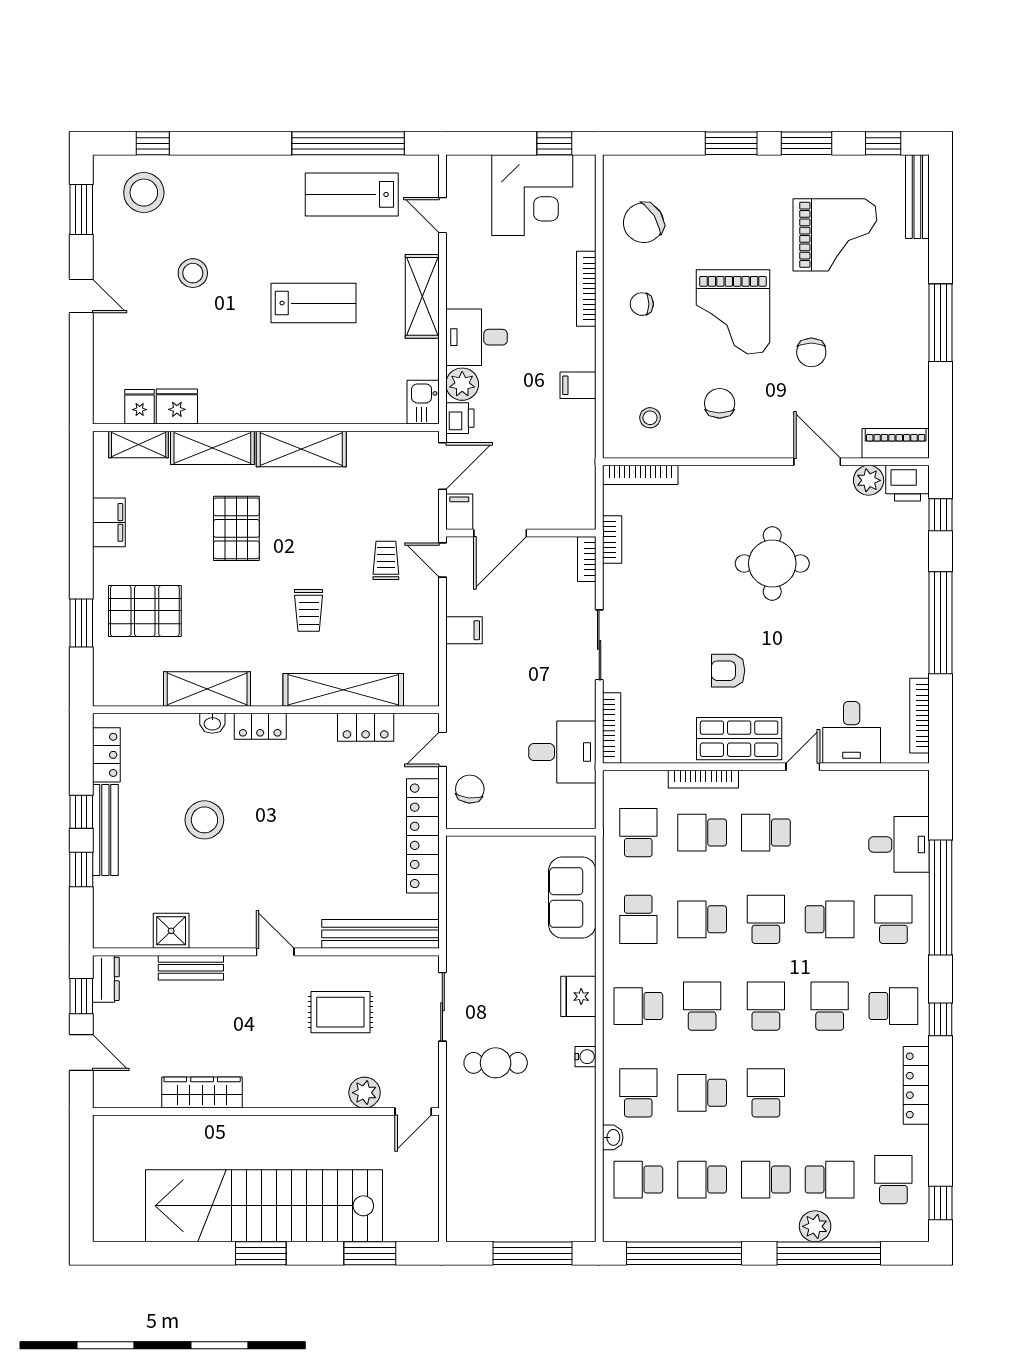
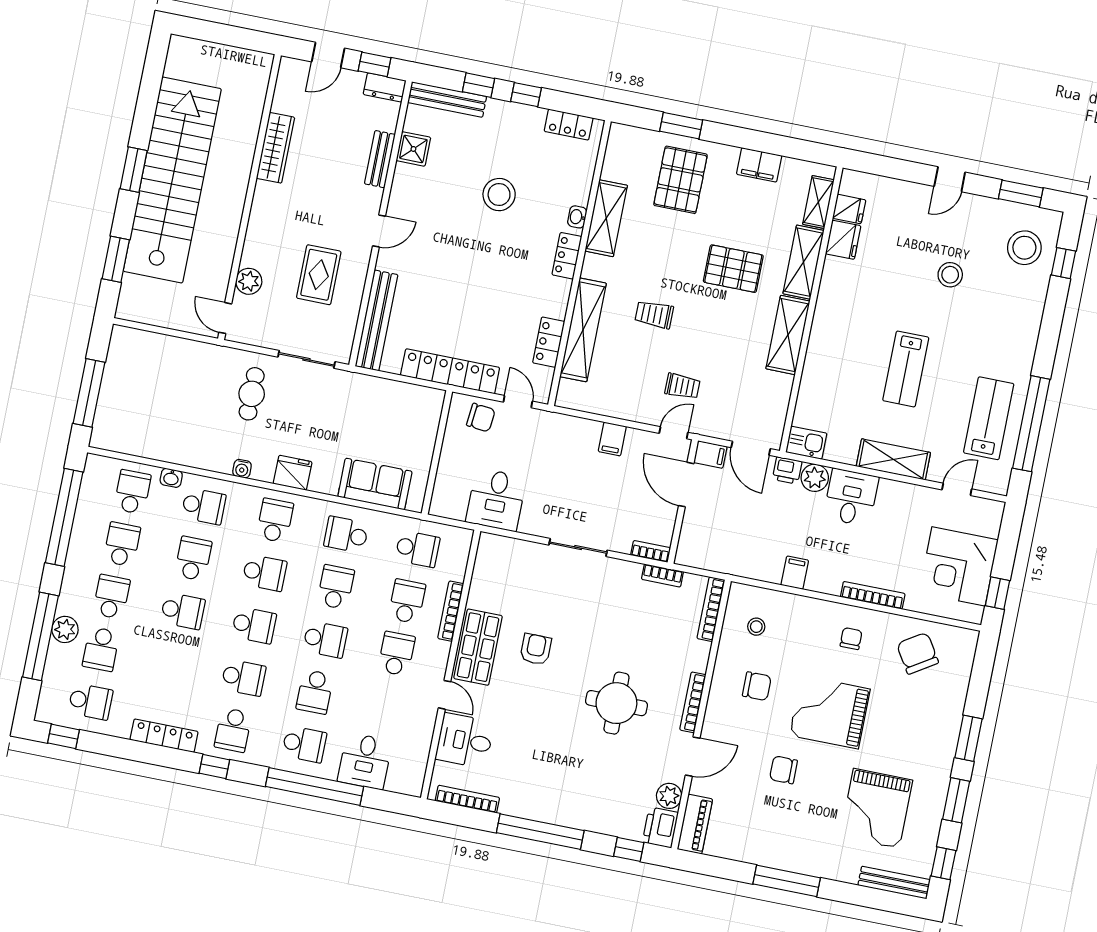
bookcase: (612, 728) -> (693, 702), moved, turned 90
bench: (105, 830) -> (447, 99), moved

